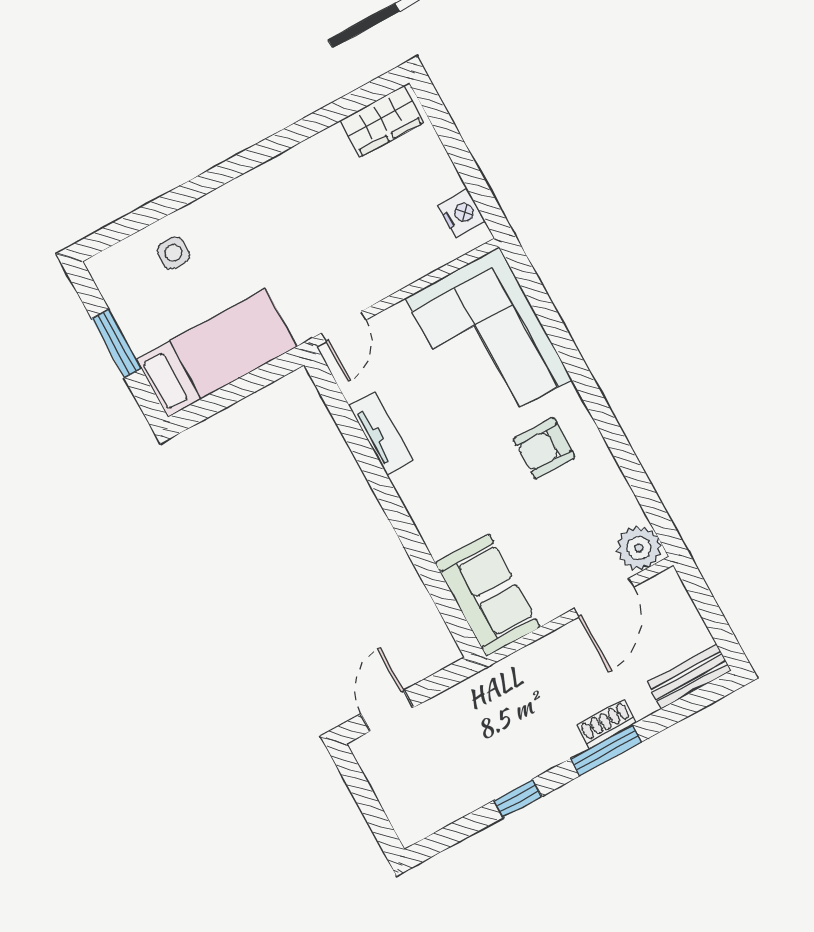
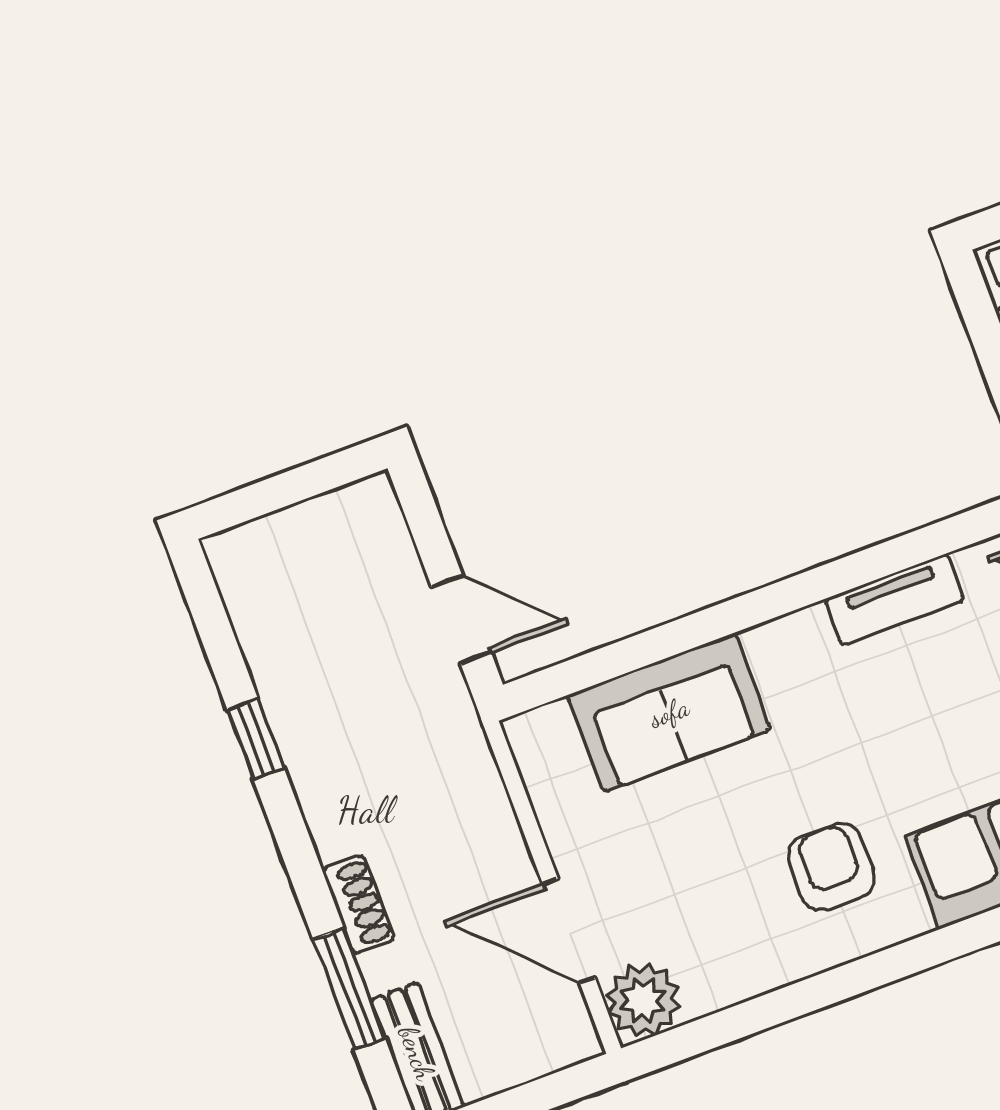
sofa: (488, 595) -> (669, 712), moved
door: (387, 711) -> (461, 620), moved
window: (606, 750) -> (349, 989), moved

